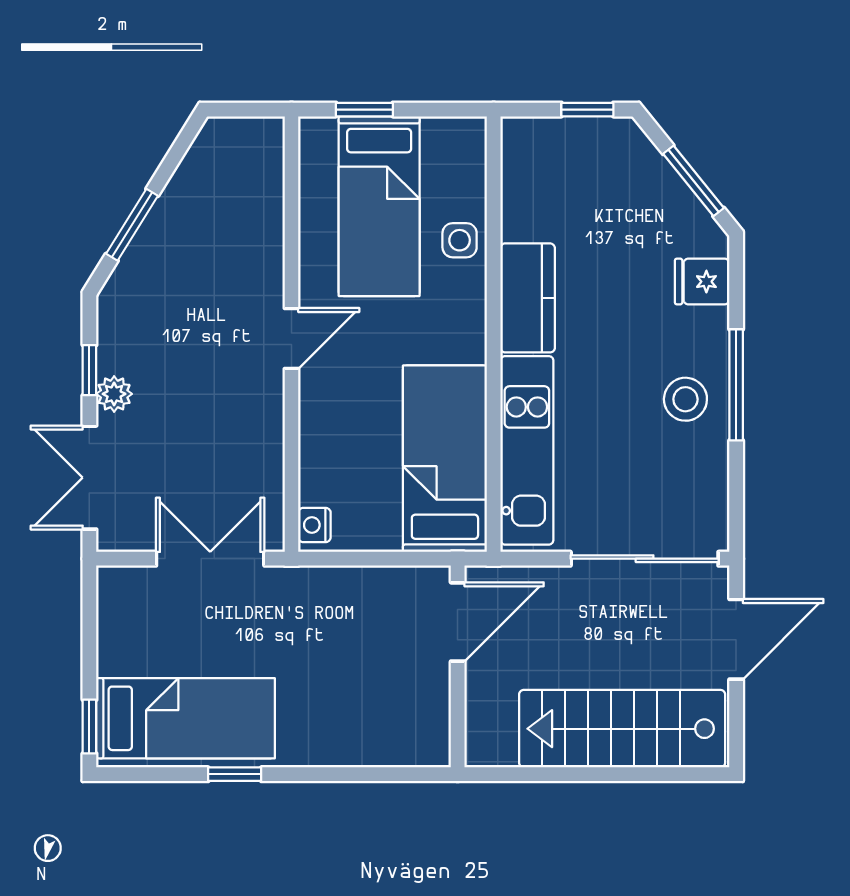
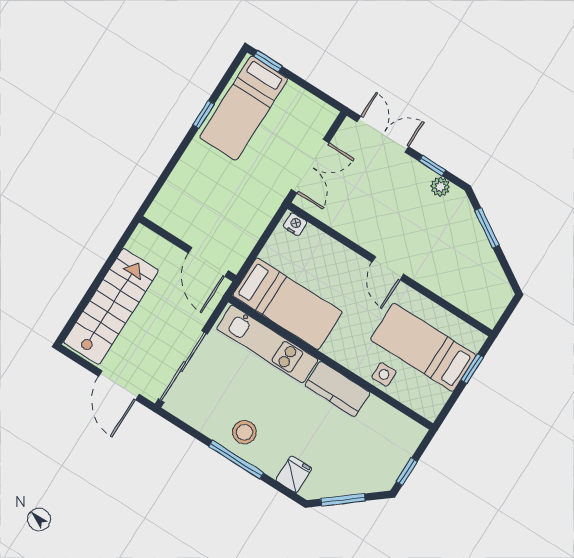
plant: (114, 394) -> (440, 187), moved

